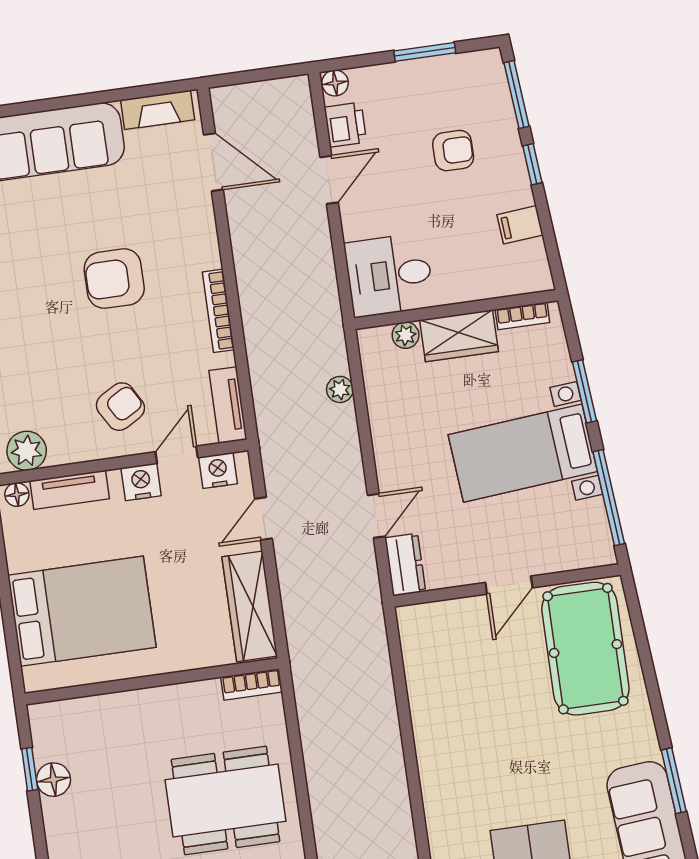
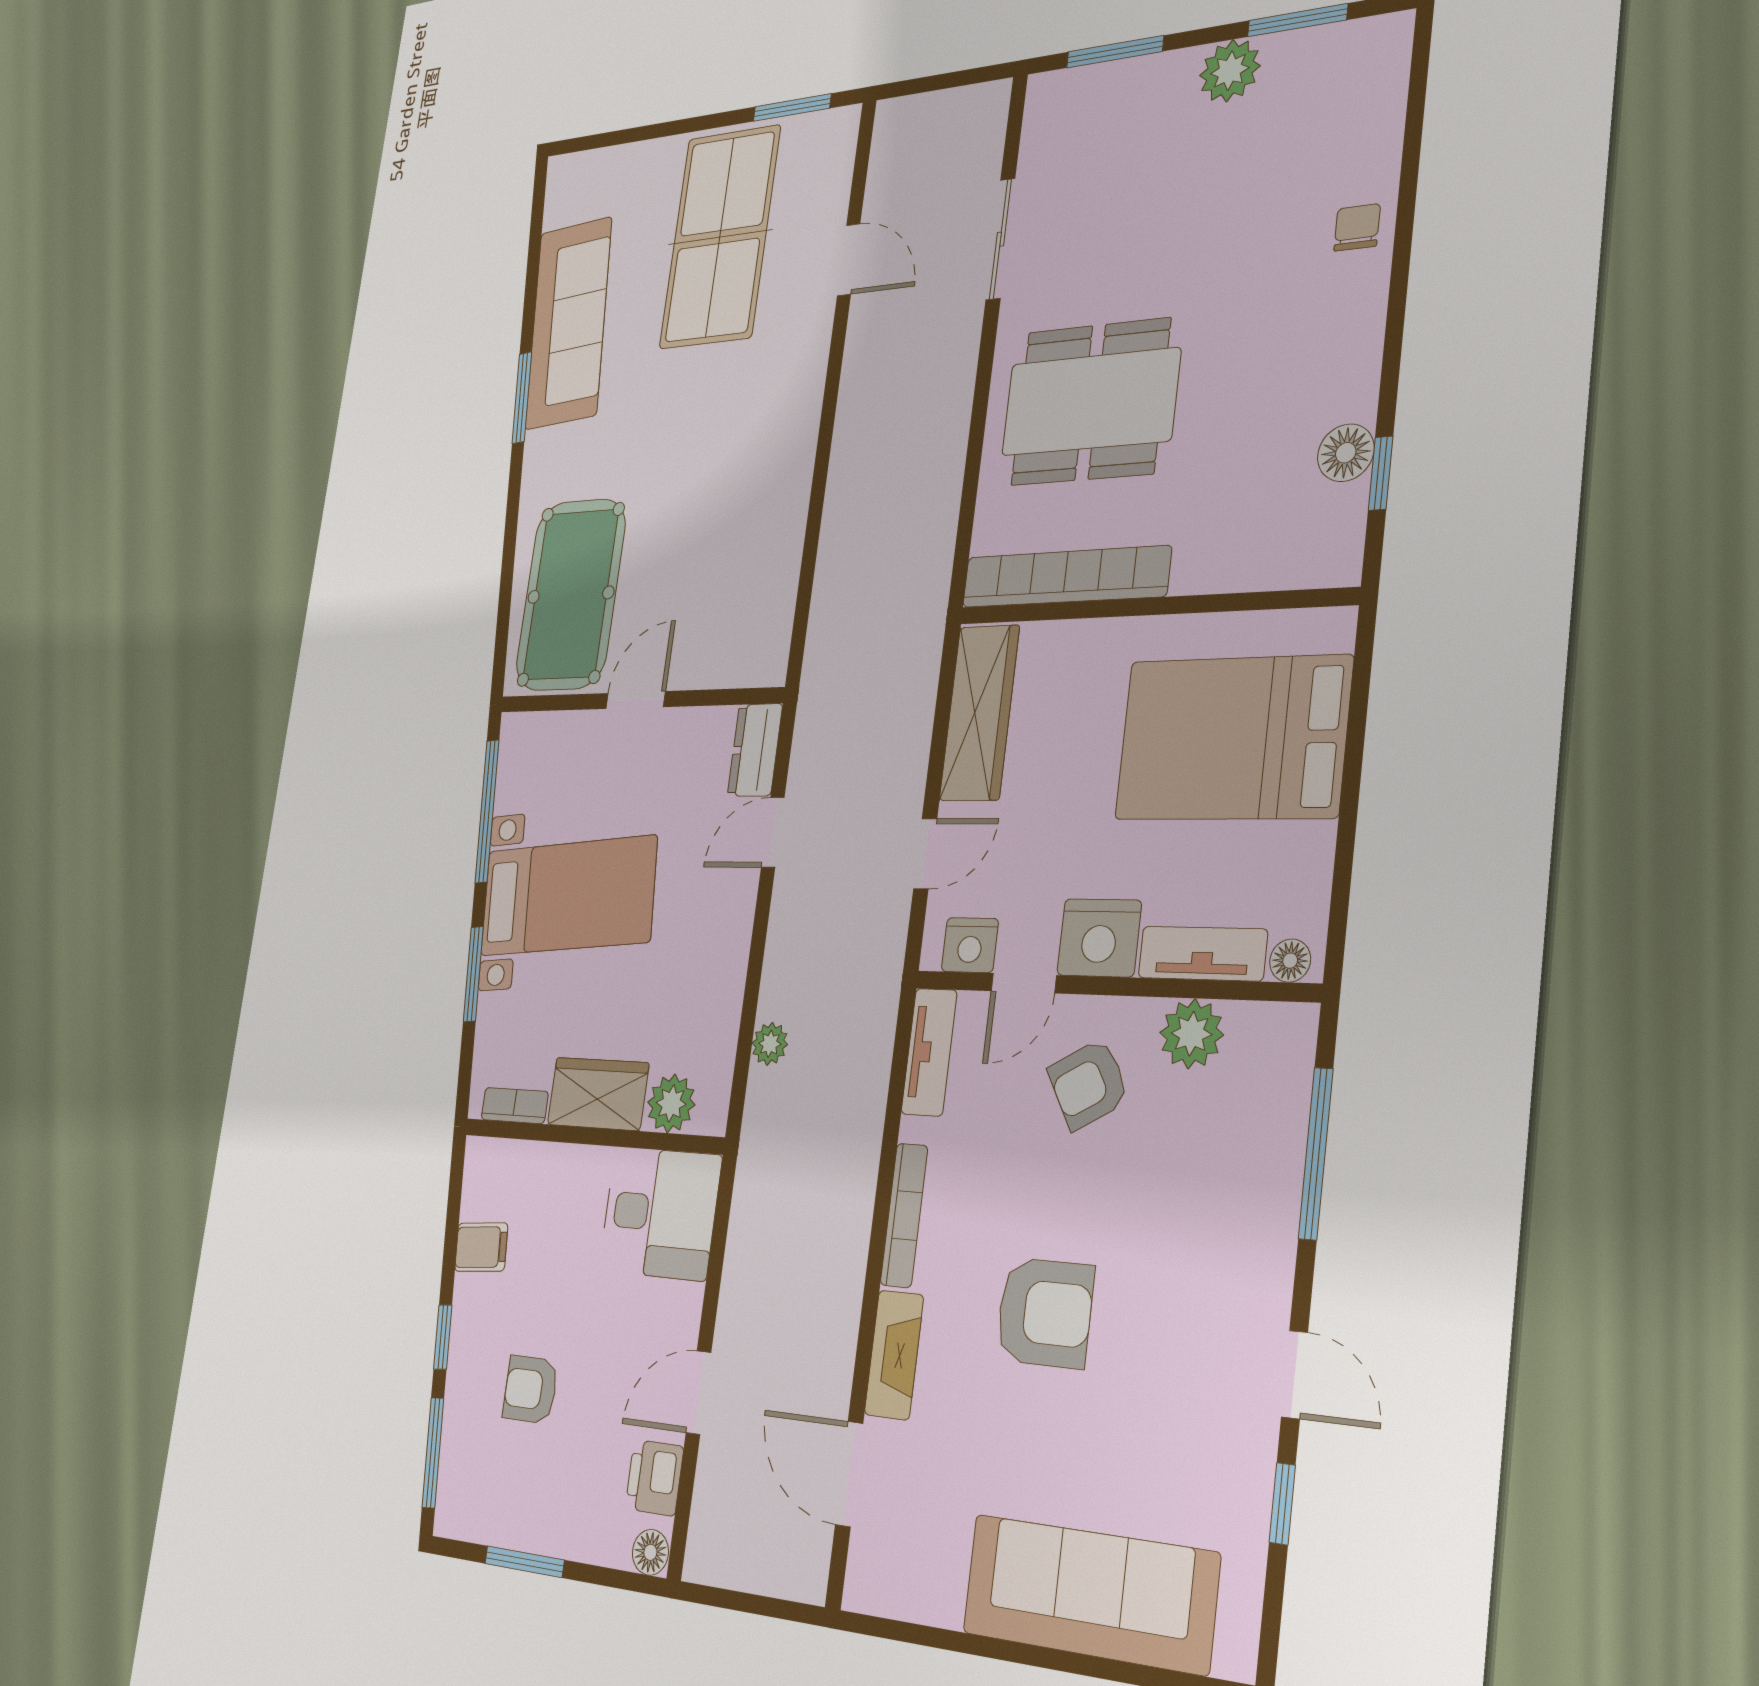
fireplace: (158, 110) -> (894, 1355), moved, turned 90
plant: (406, 335) -> (671, 1103), width x1.38, depth x1.38
plant: (27, 451) -> (1192, 1034), moved
nightstand: (141, 482) -> (1099, 938), width x1.36, depth x1.33
bookcase: (252, 684) -> (1065, 577), width x2.31, depth x1.31

